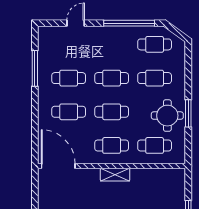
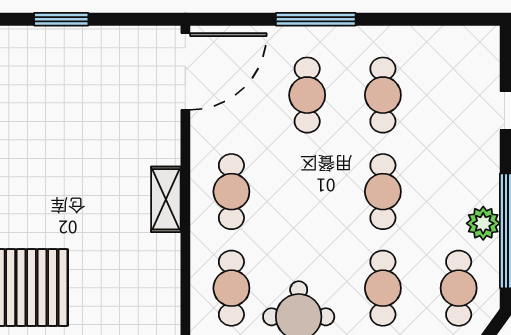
plant: (126, 33) -> (483, 223), added
window: (35, 68) -> (316, 19), moved
cafe table: (112, 112) -> (307, 192), removed

